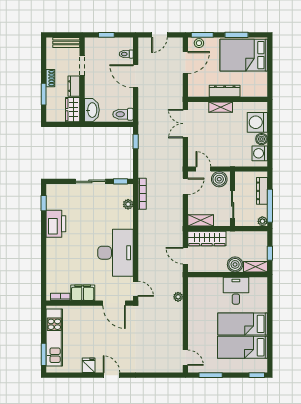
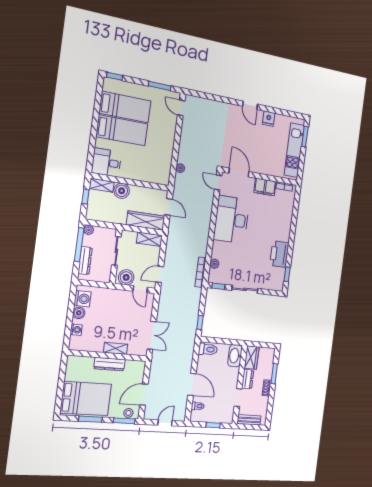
washing machine: (257, 122) -> (76, 330), width x0.53, depth x0.53
desk: (236, 291) -> (106, 163), moved, turned 90

